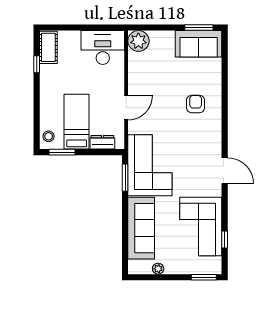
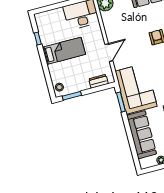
cot: (48, 47) -> (43, 24), removed
bed: (77, 122) -> (64, 51), moved, turned 90

